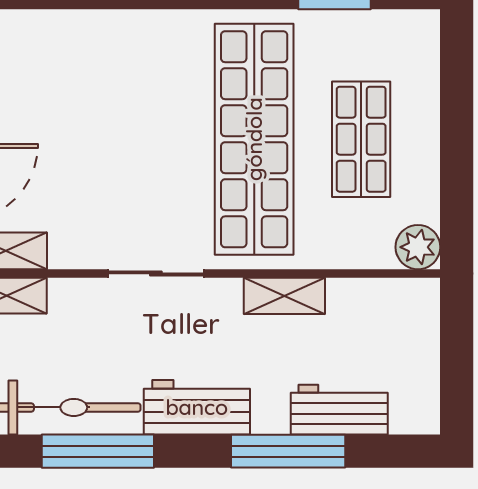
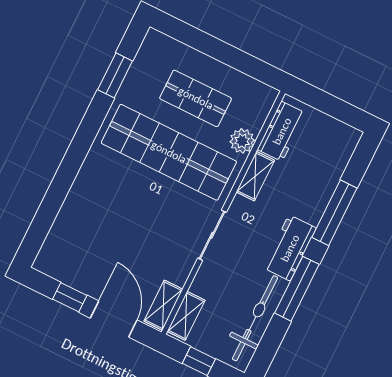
plant: (418, 247) -> (242, 141), moved
workbench: (339, 410) -> (282, 131), moved, turned 180
window: (98, 451) -> (297, 289), moved

